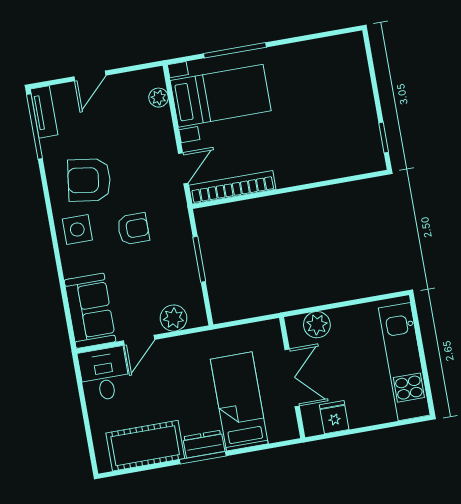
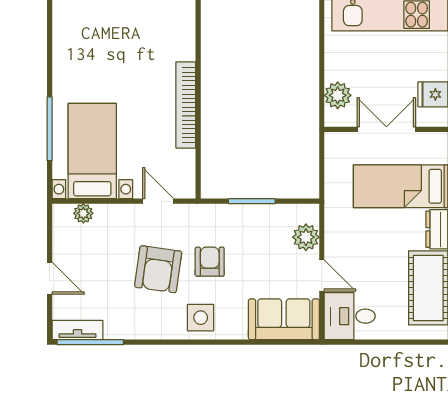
armchair: (89, 180) -> (158, 269), moved
bookcase: (232, 187) -> (186, 105), moved

